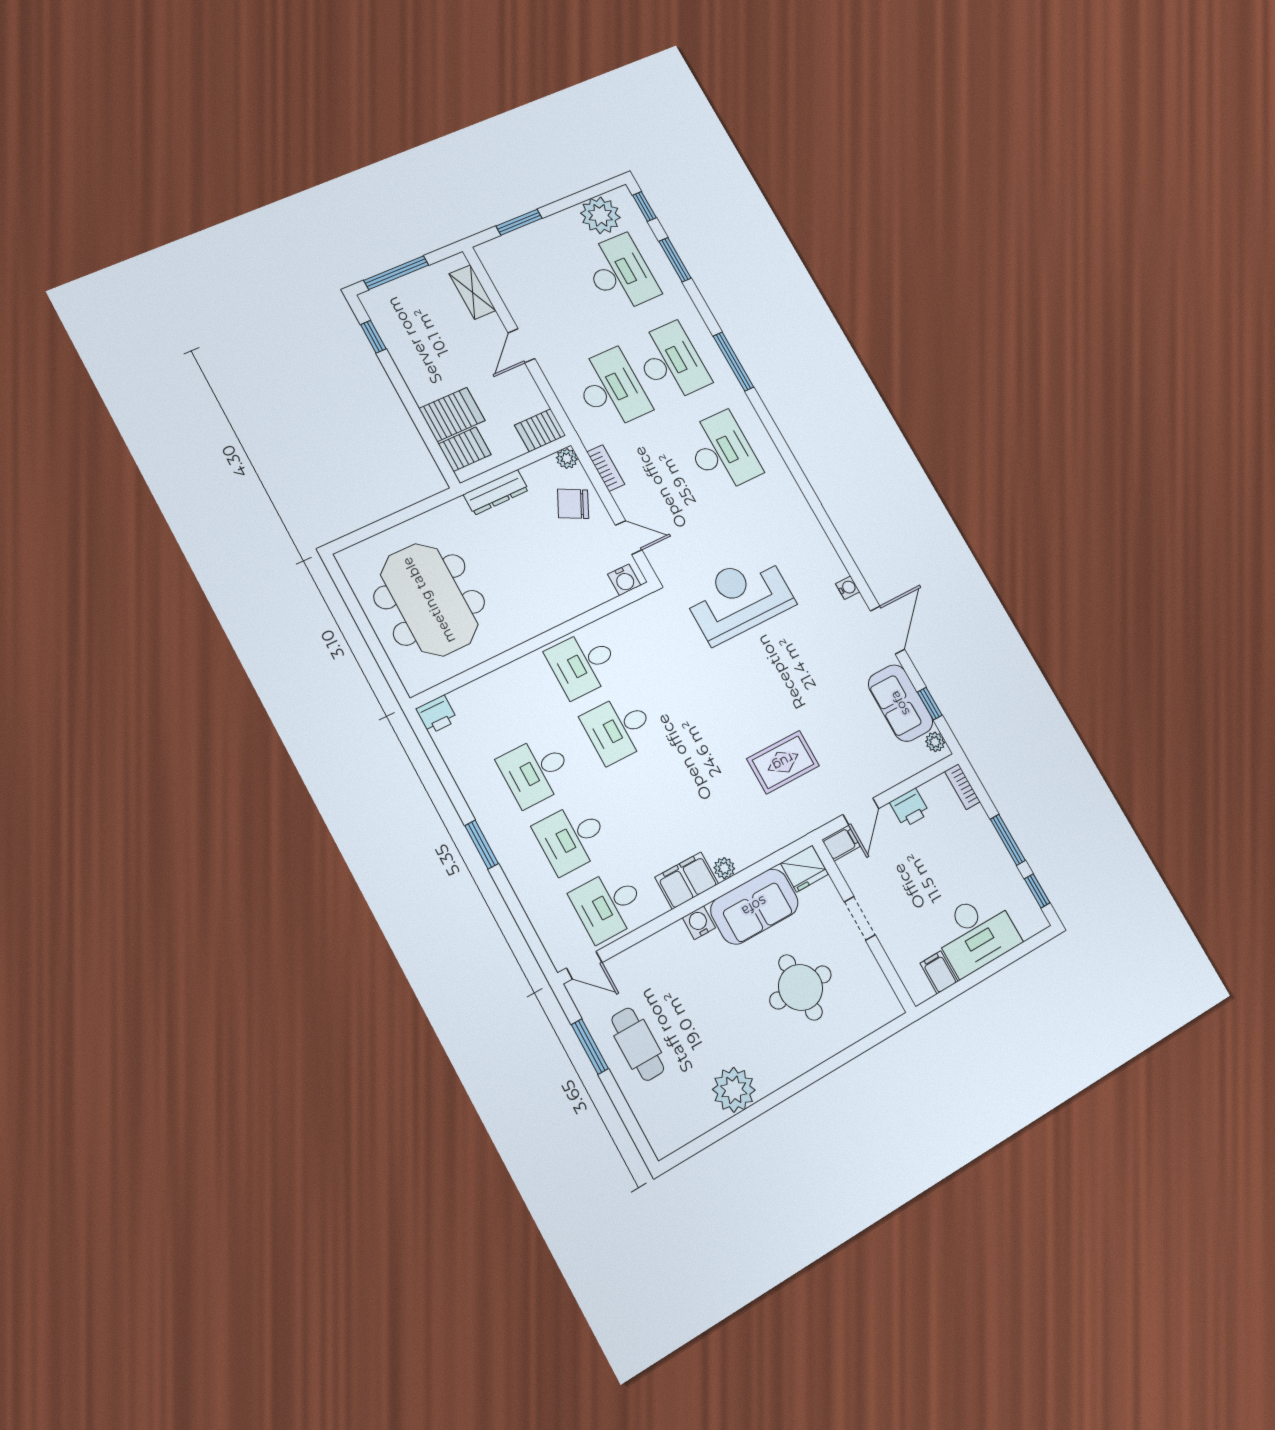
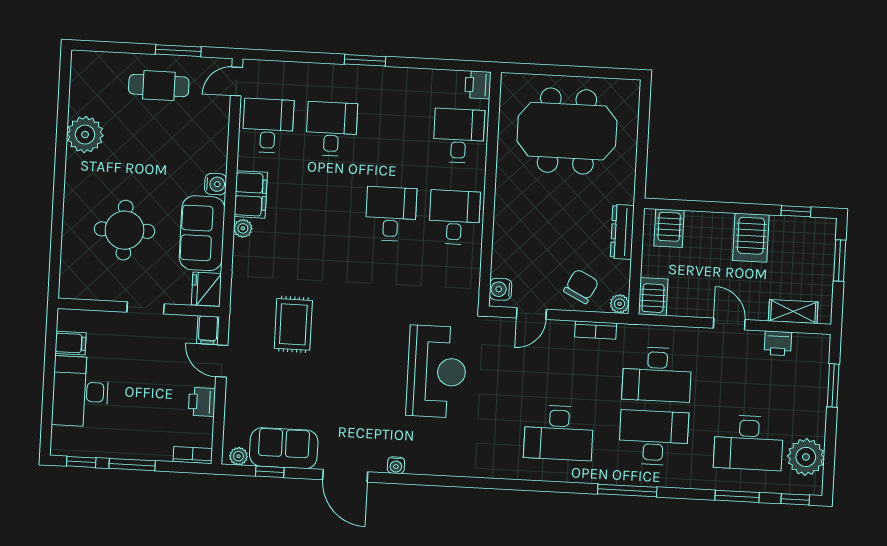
window: (396, 273) -> (840, 260), width x0.69
printer: (511, 292) -> (778, 343), added
desk: (671, 362) -> (654, 438), turned 180
server rack: (452, 415) -> (751, 238), moved
desk: (536, 771) -> (459, 136), moved

